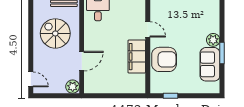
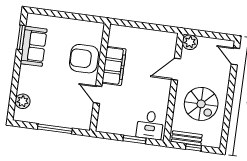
plant: (213, 40) -> (23, 101), moved
window: (222, 53) -> (21, 37), moved
window: (170, 96) -> (82, 17), removed

